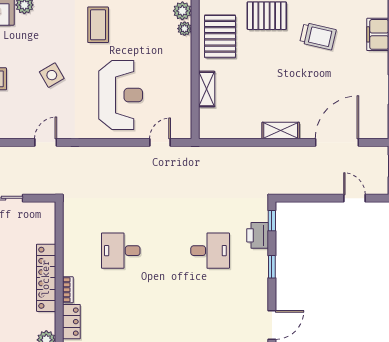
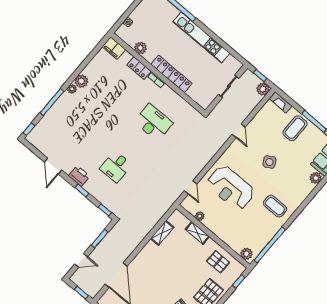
plant: (185, 29) -> (200, 216), moved
pallet: (220, 36) -> (218, 262), width x0.67, depth x0.71
shelving: (281, 131) -> (162, 233), moved
window: (311, 198) -> (100, 239), added
printer: (258, 235) -> (79, 176), moved
desk: (121, 251) -> (153, 122), width x1.37

